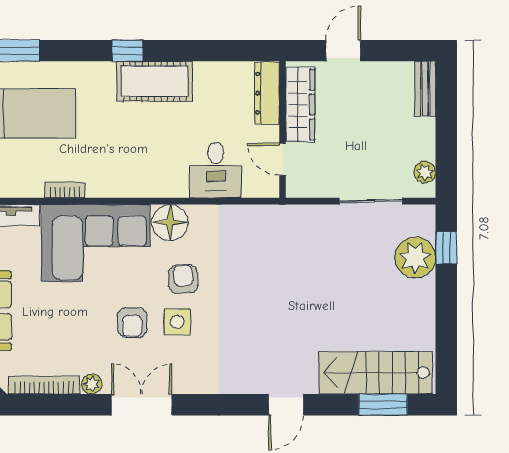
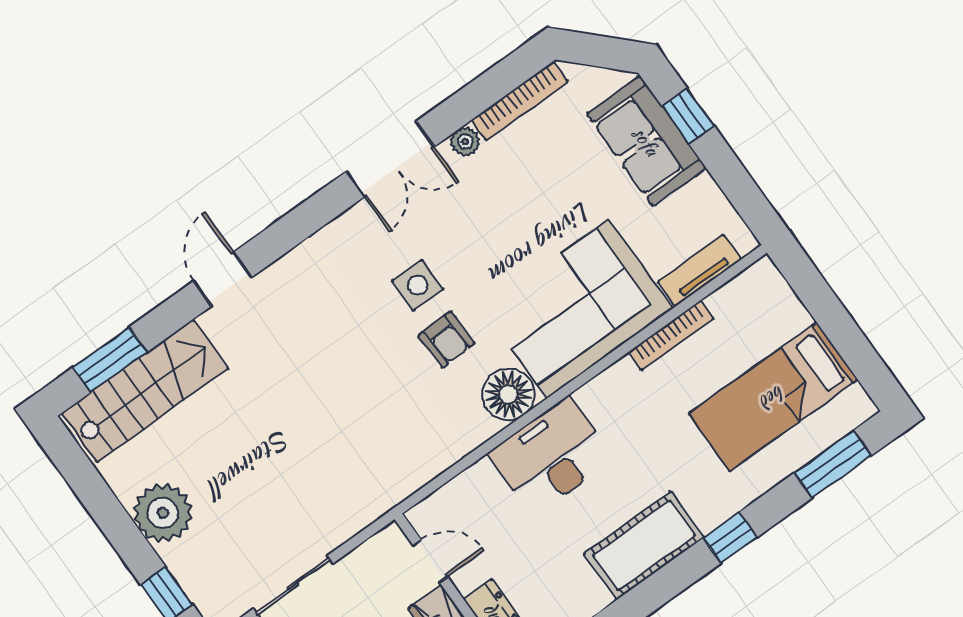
window: (128, 51) -> (730, 538), moved
desk: (216, 170) -> (551, 456), moved, width x1.37
bookcase: (65, 190) -> (671, 335), width x1.56
plant: (415, 258) -> (163, 513), moved
armchair: (132, 322) -> (470, 247), removed

